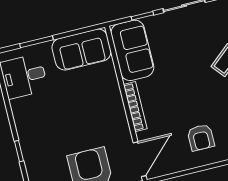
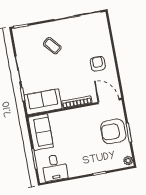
armchair: (201, 138) -> (98, 64), turned -90

